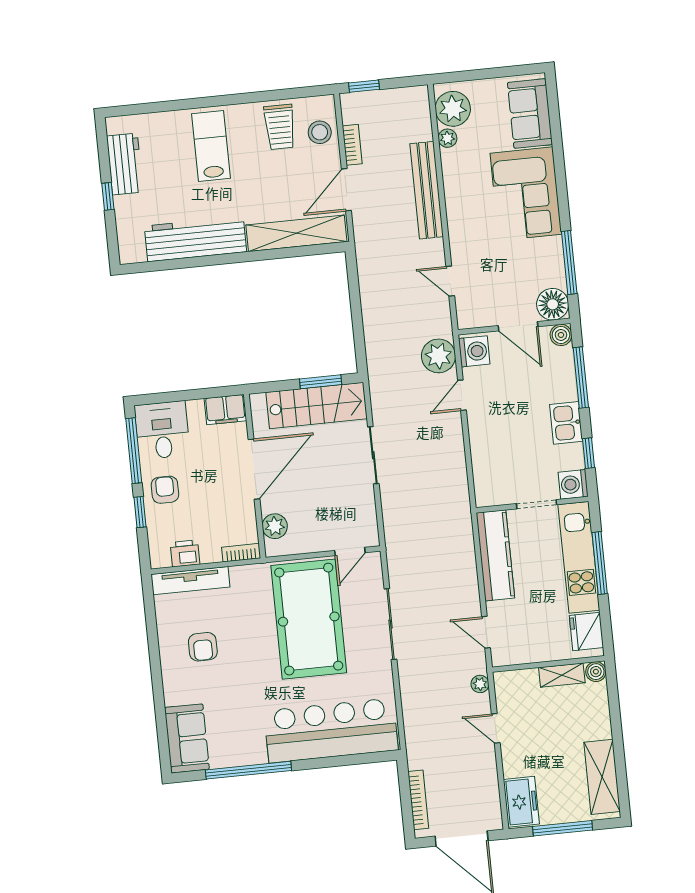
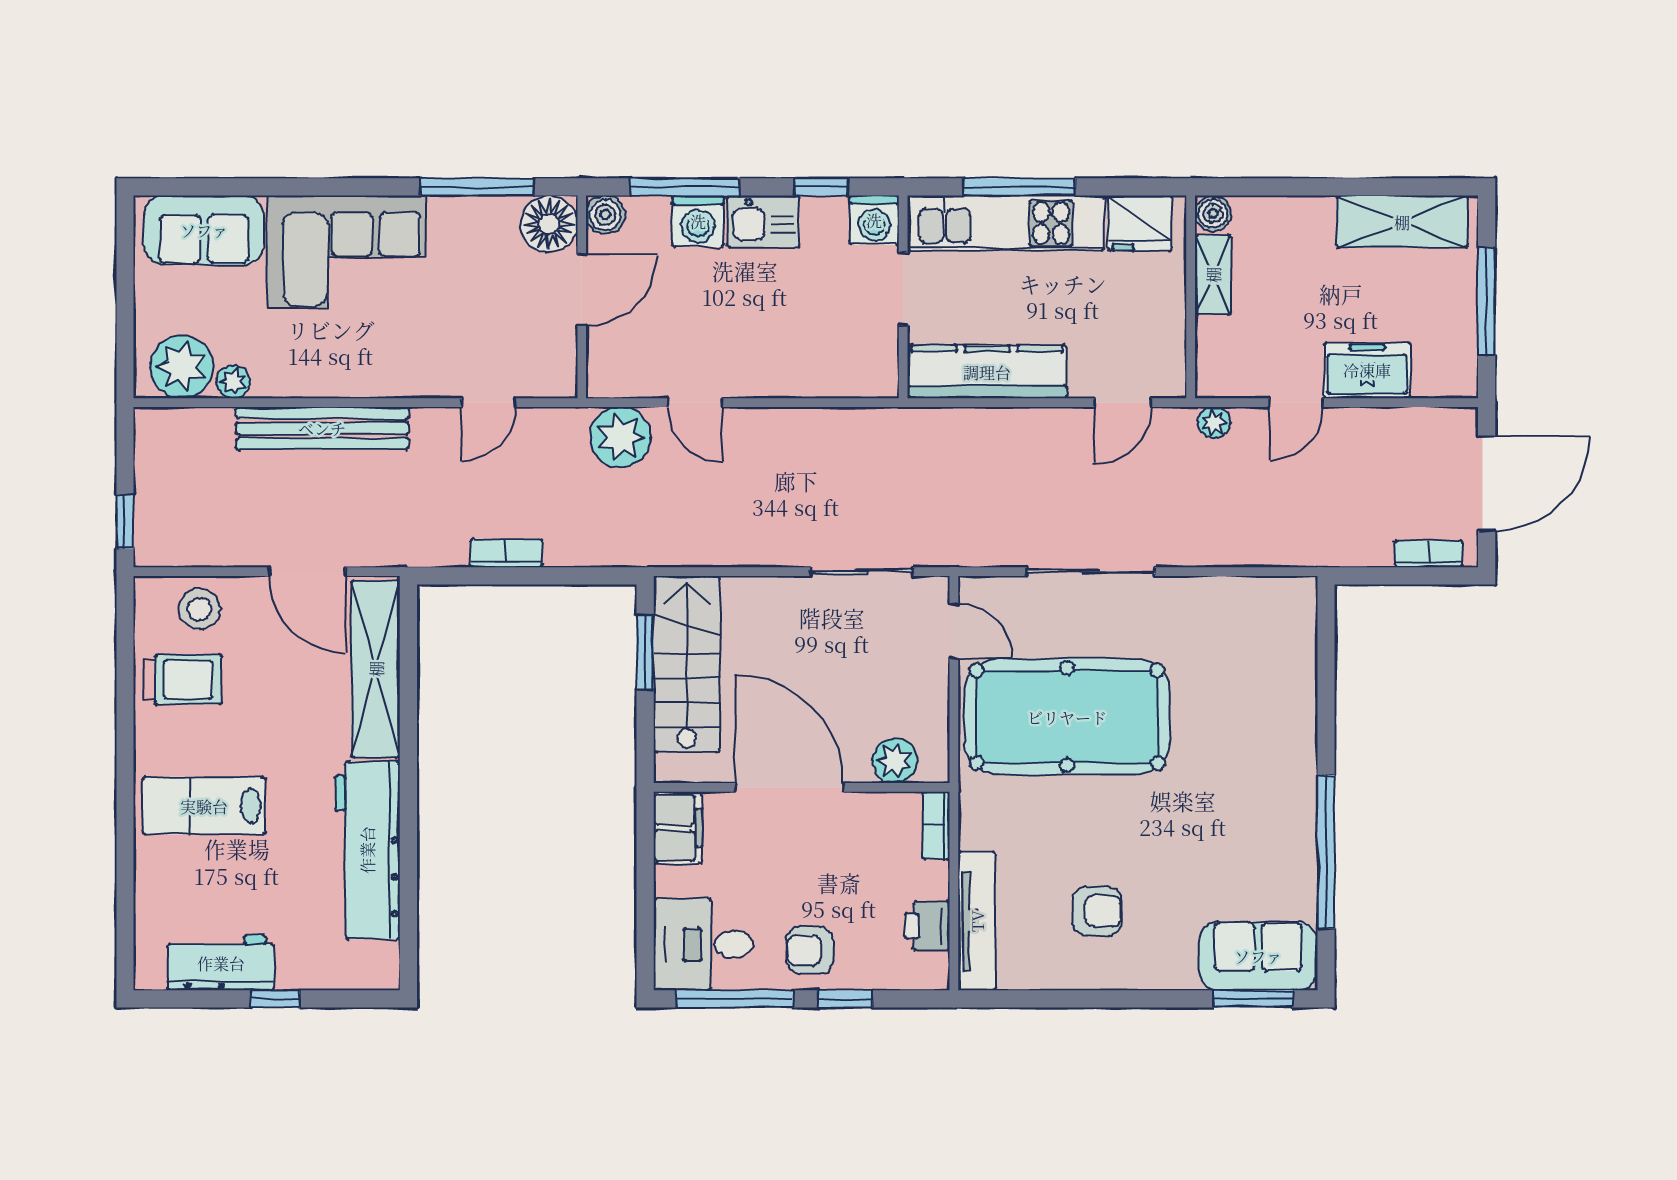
bookcase: (352, 145) -> (507, 553), moved
washing machine: (474, 351) -> (698, 221), moved, turned 180
sliding door: (373, 455) -> (862, 572), moved
bar counter: (331, 730) -> (1270, 697), removed
window: (163, 738) -> (1253, 999), added
bookcase: (418, 800) -> (1429, 554), width x0.64
freezer: (521, 802) -> (1367, 370), moved

